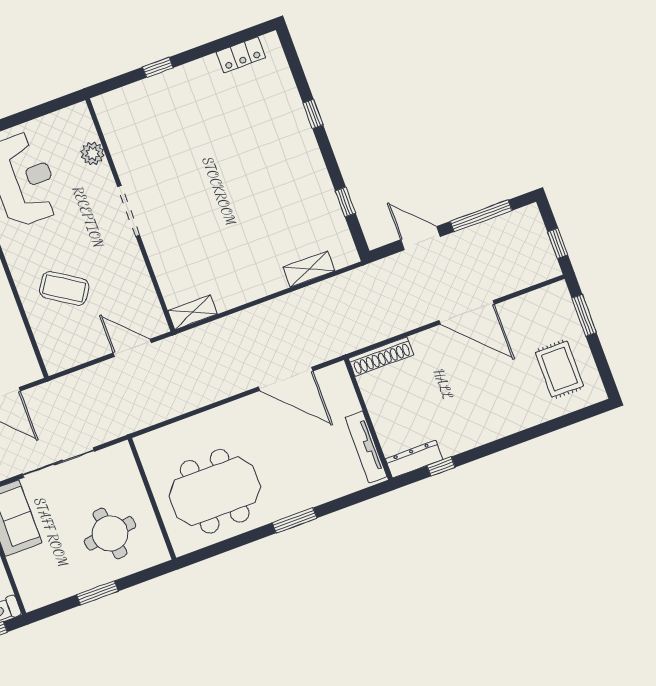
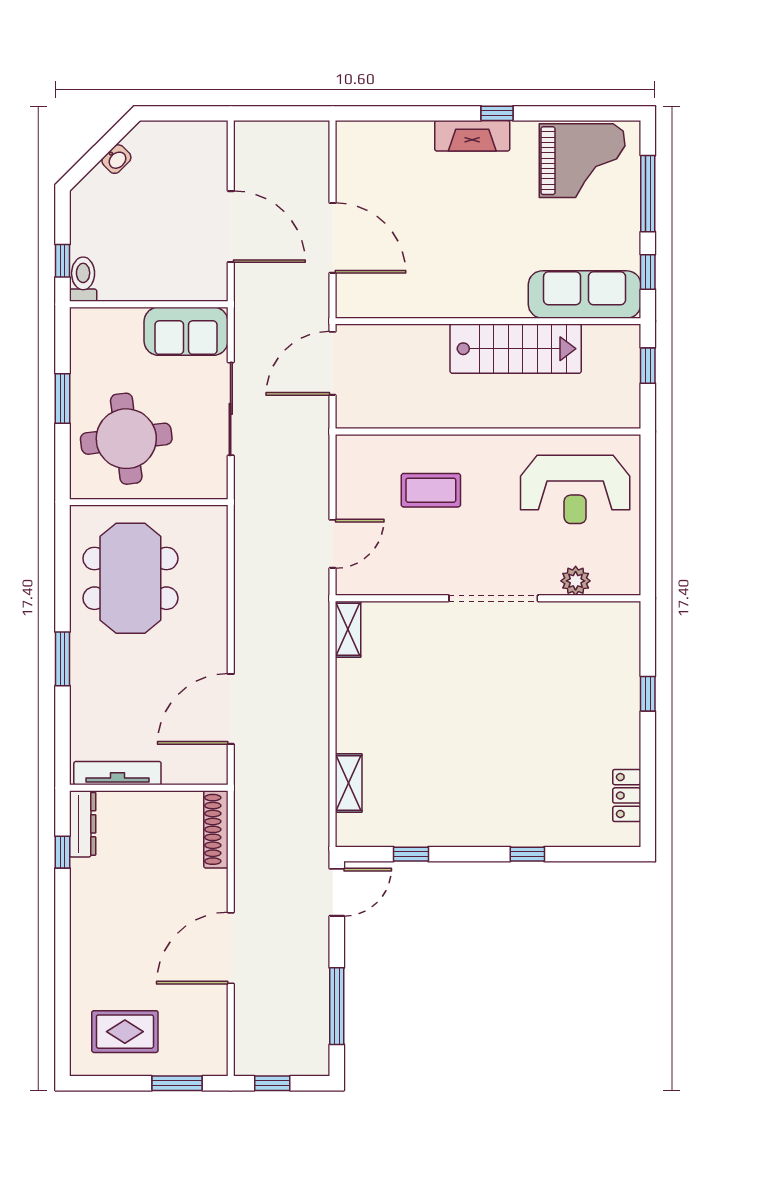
doorway: (129, 211) -> (493, 598), width x1.36
door: (420, 238) -> (337, 892), moved
coffee table: (64, 288) -> (431, 490), turned 57
round table: (110, 533) -> (126, 439), width x1.36, depth x1.36

